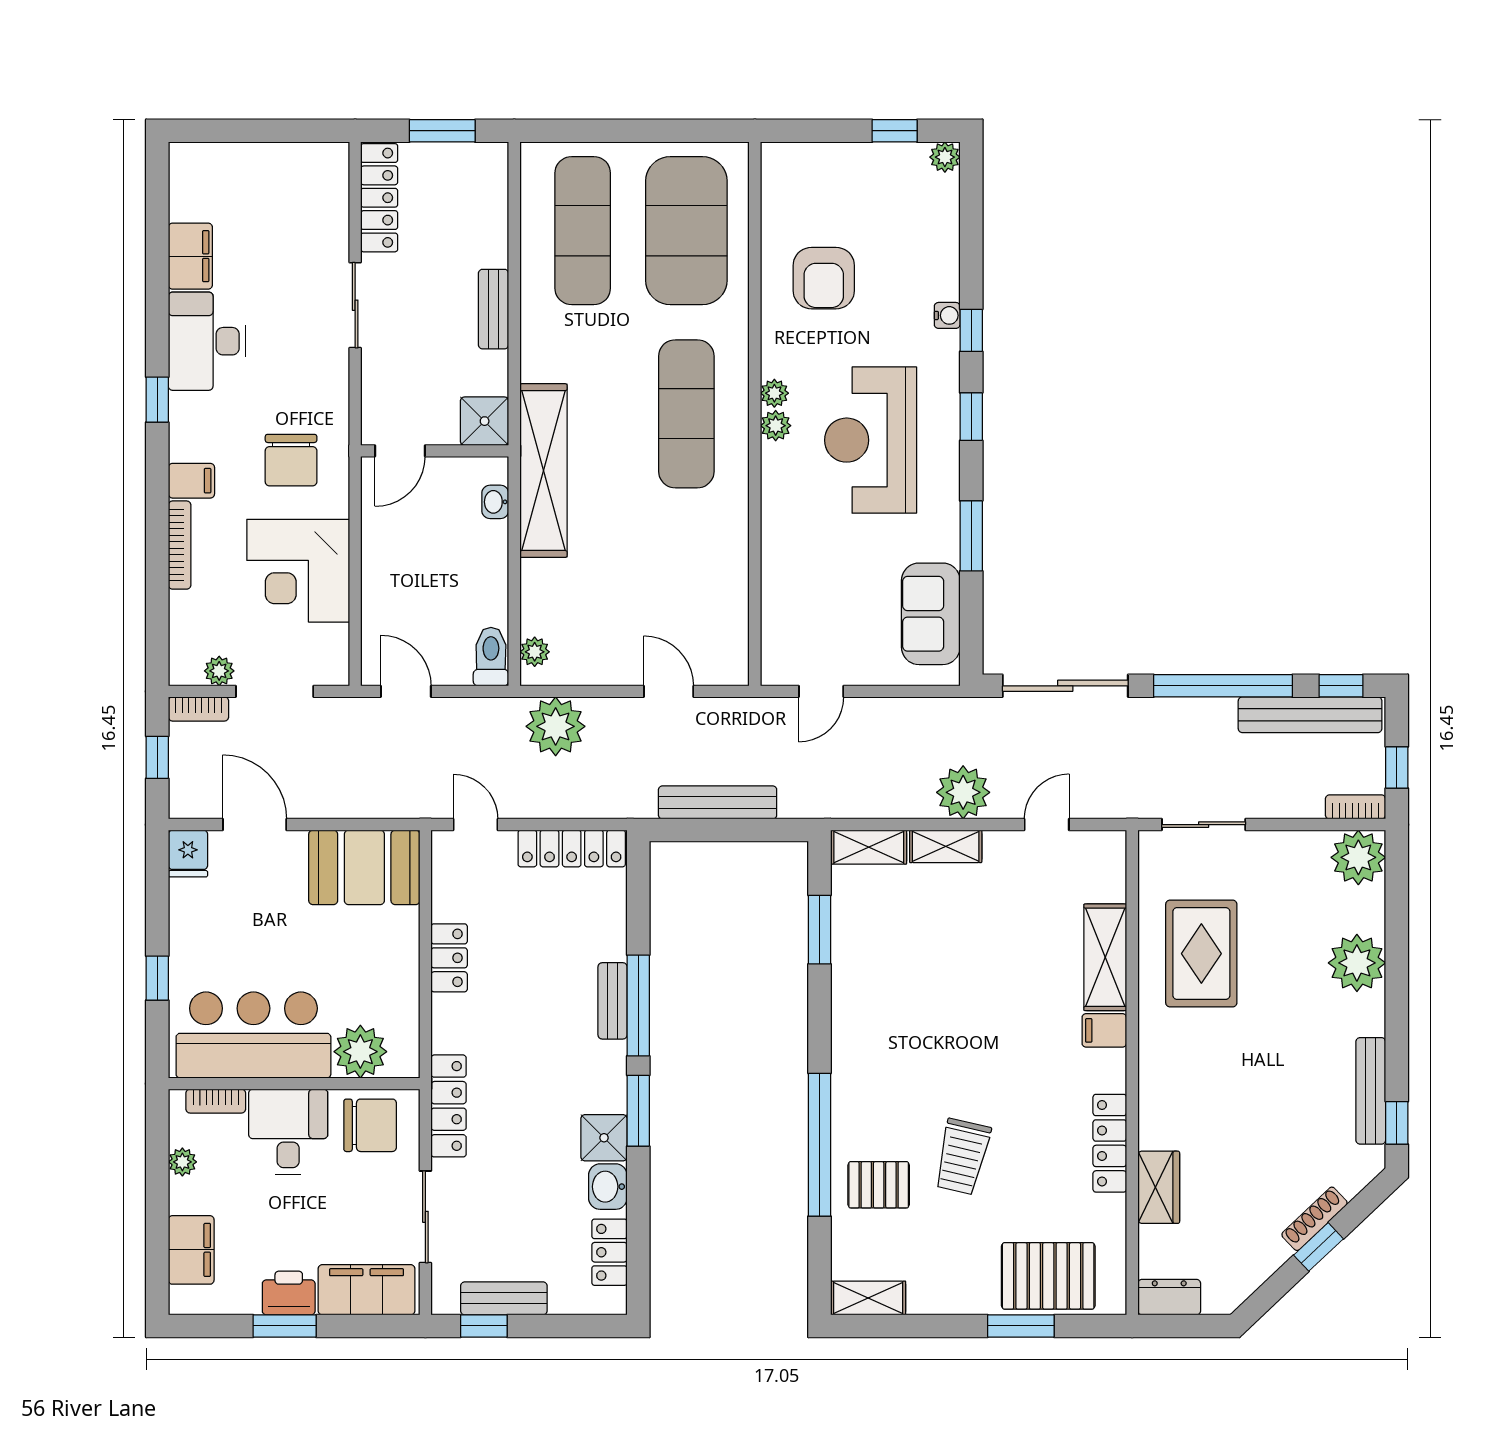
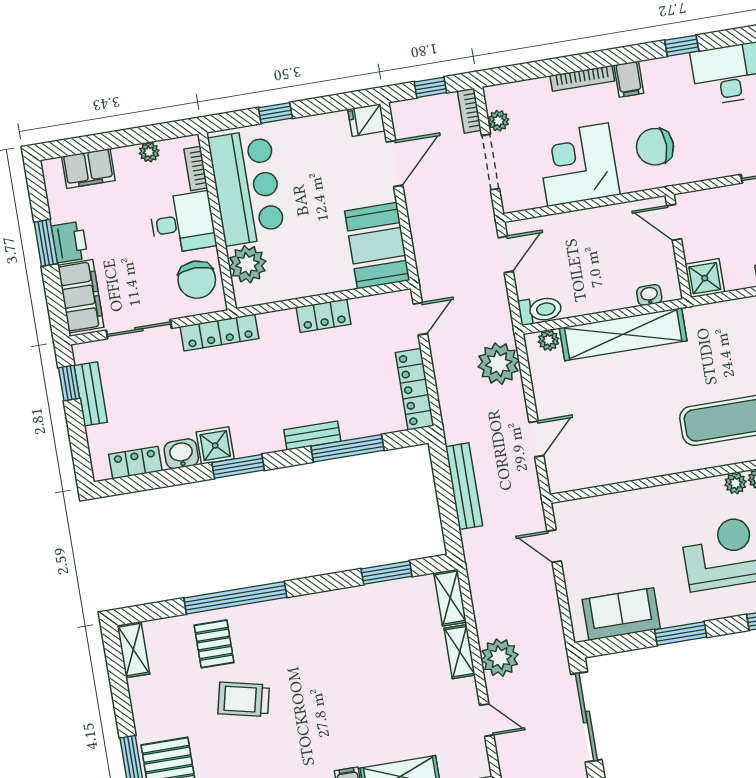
shelving: (543, 471) -> (623, 334), moved
window: (638, 1005) -> (347, 448), moved

